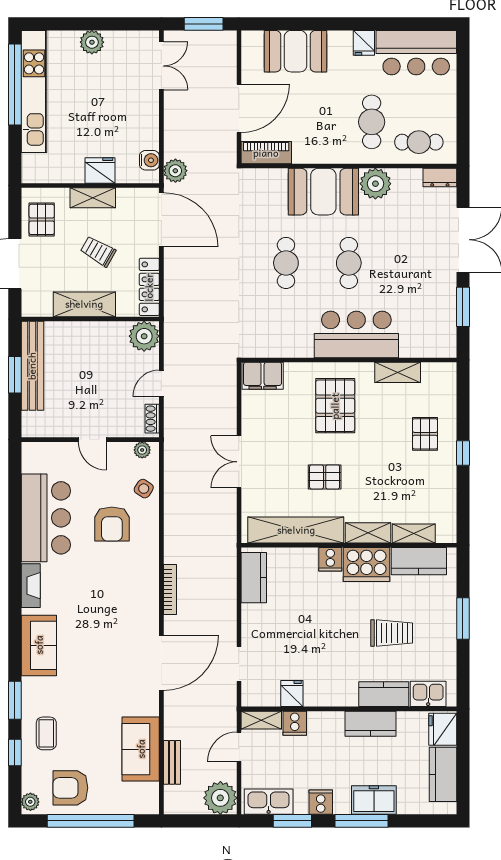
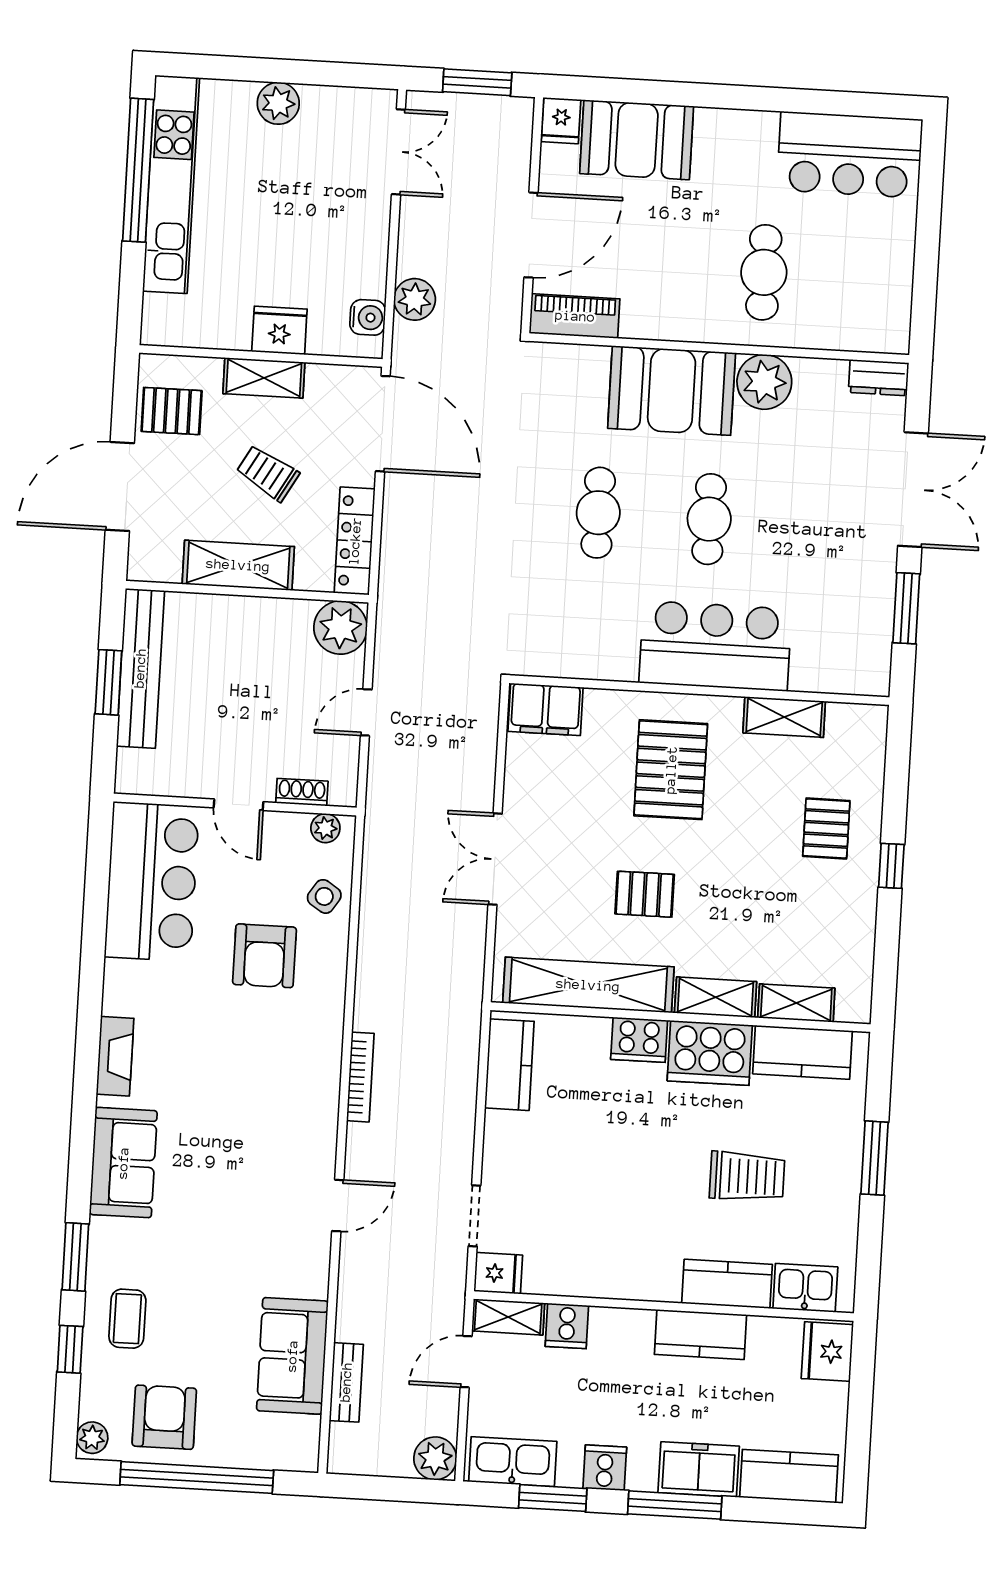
fridge: (364, 43) -> (561, 121), moved
cafe table: (419, 142) -> (845, 313), removed
plant: (175, 171) -> (415, 299), moved
pallet: (42, 219) -> (172, 411), turned 90
shoe rack: (152, 419) -> (302, 792), moved, turned 90
bar counter: (46, 518) -> (152, 882), moved
cooker: (330, 559) -> (639, 1040), width x1.36
door: (161, 663) -> (338, 1206), width x0.53
fridge: (292, 694) -> (498, 1273), moved, turned 90
kitchen counter: (443, 774) -> (789, 1476), moved, turned 90
armchair: (70, 788) -> (164, 1417), turned 90
plant: (220, 798) -> (435, 1458), width x0.73, depth x0.73

